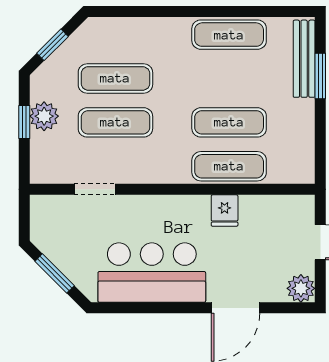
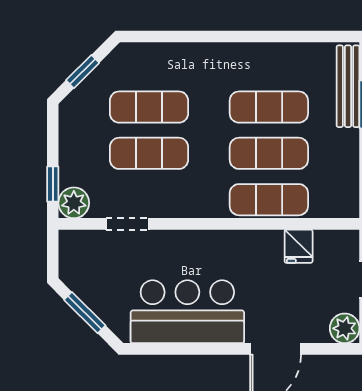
exercise mat: (229, 35) -> (269, 107), moved
plant: (44, 116) -> (74, 203), moved
window: (24, 122) -> (53, 184), moved
fridge: (225, 210) -> (299, 246), moved

